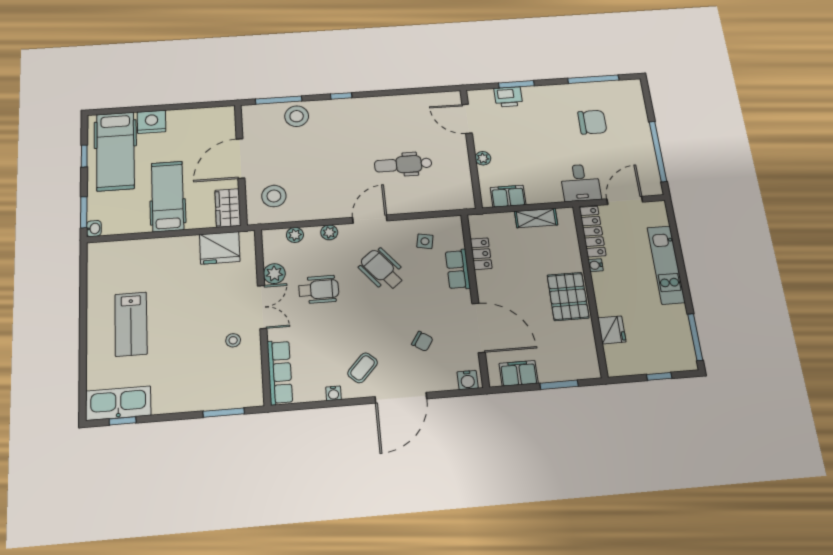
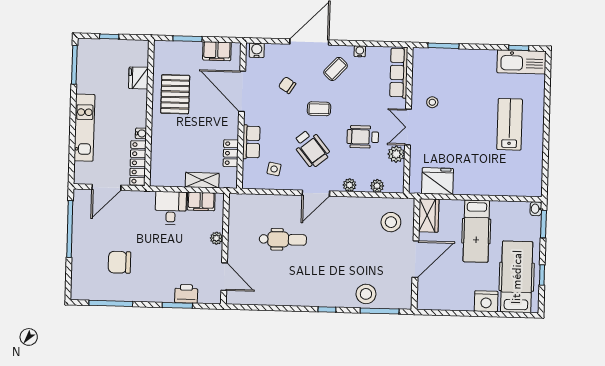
desk: (580, 183) -> (171, 208), moved
shelving: (536, 218) -> (202, 180), moved
pallet: (568, 296) -> (175, 94), moved
coffee table: (378, 317) -> (319, 109), added

